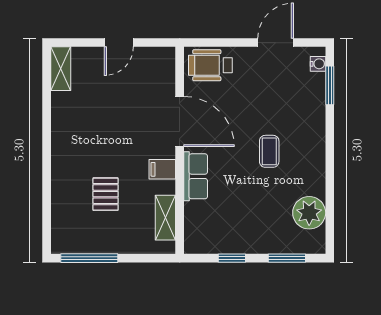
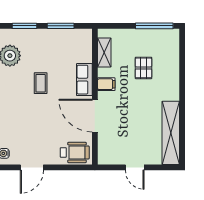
door: (119, 43) -> (135, 167), swing flipped
shelving: (61, 69) -> (171, 133), width x2.20, depth x1.33
coffee table: (269, 151) -> (41, 83), moved
window: (232, 258) -> (61, 26), width x1.50

